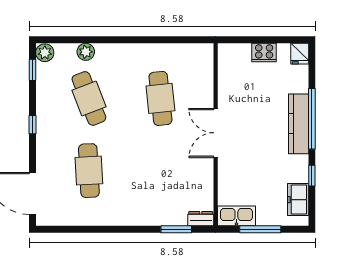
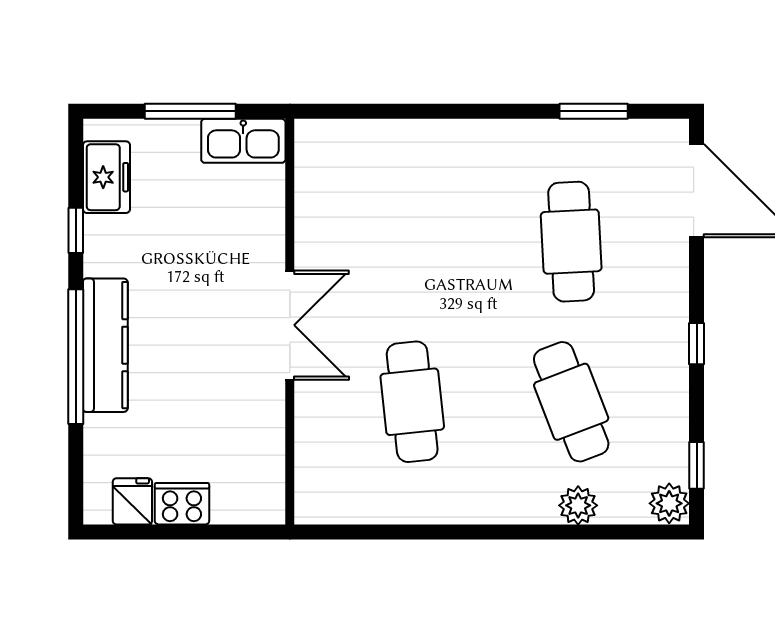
fridge: (300, 54) -> (132, 501), moved
dresser: (201, 219) -> (323, 135), removed
window: (176, 229) -> (594, 111), moved

